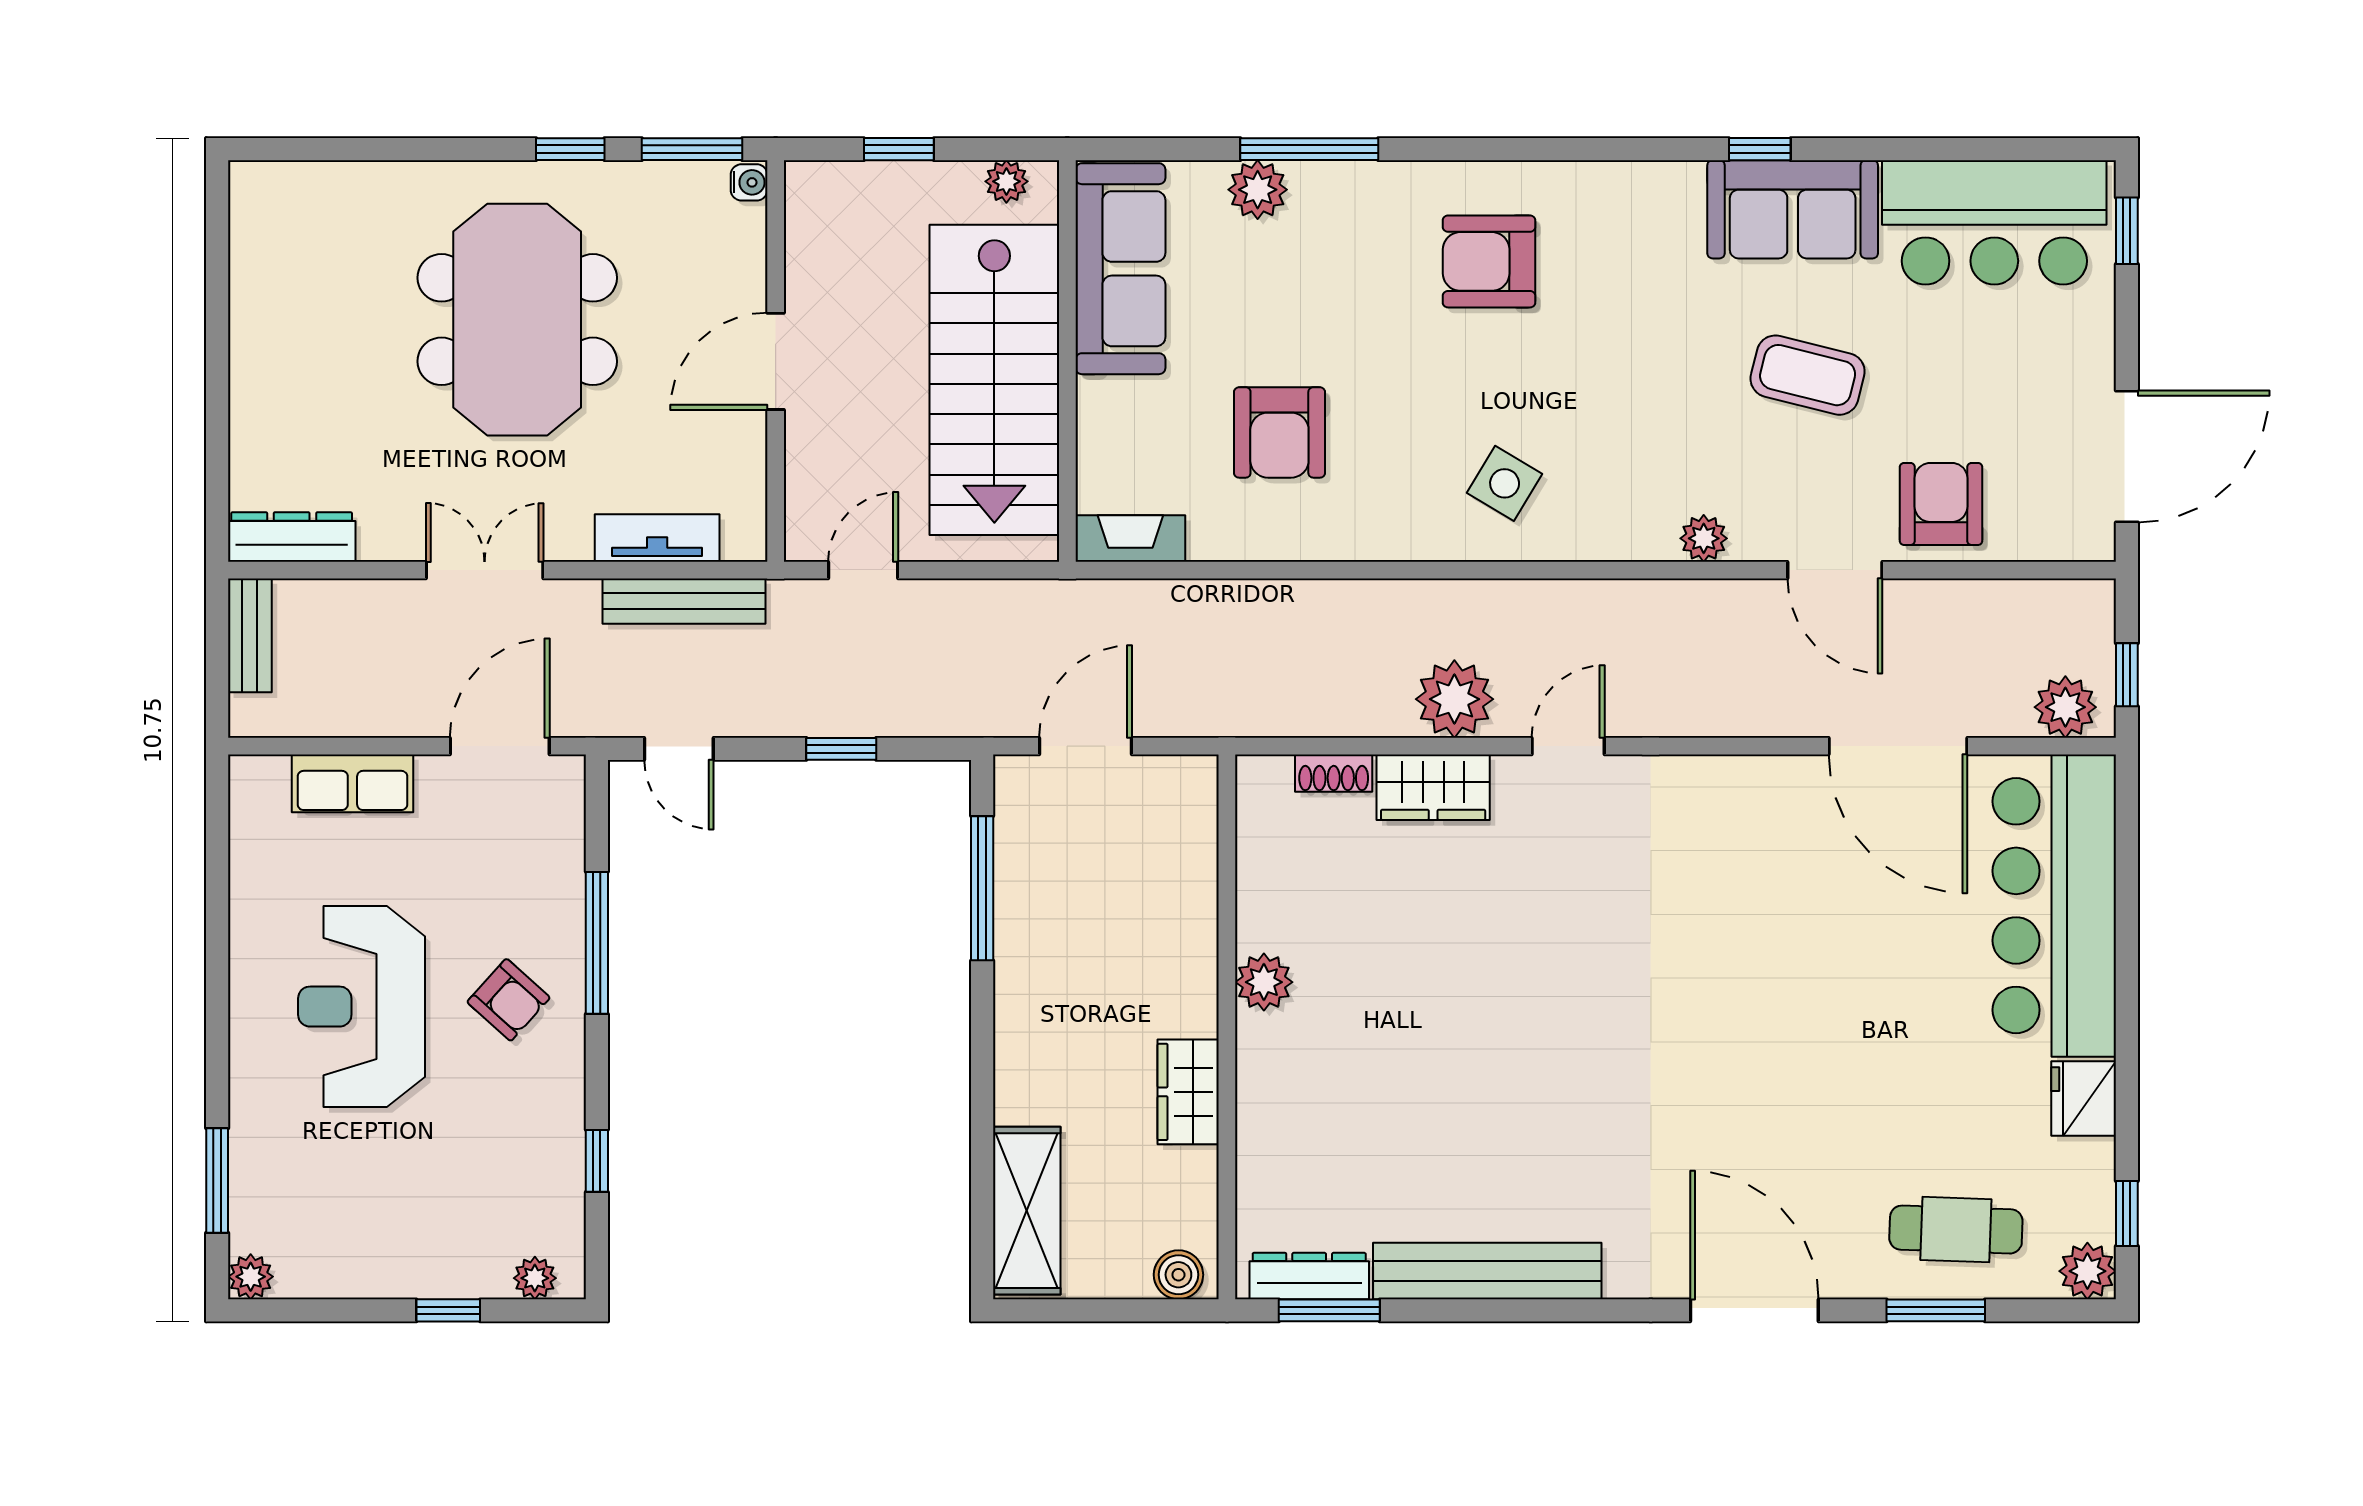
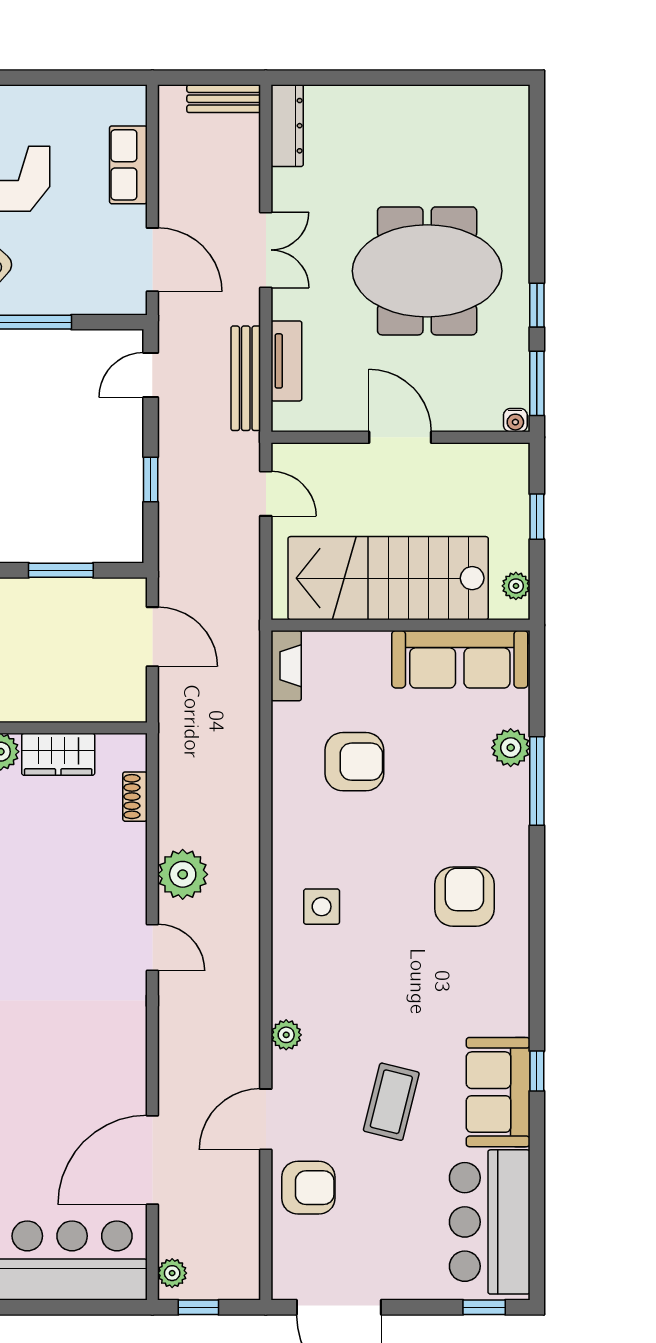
armchair: (1279, 432) -> (354, 762), turned 180
side table: (1505, 483) -> (322, 907), turned -31
plant: (2065, 707) -> (172, 1273), width x0.73, depth x0.73
wardrobe: (1433, 787) -> (58, 754), moved, turned -90
window: (982, 888) -> (61, 570), width x0.69

